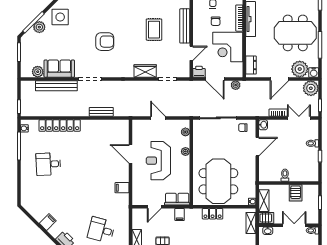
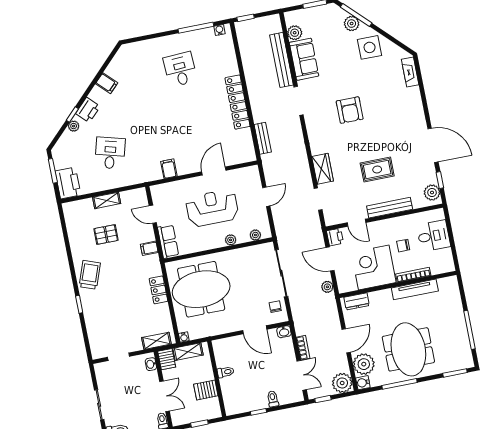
door: (215, 79) -> (330, 259), hinge flipped
door: (279, 79) -> (346, 341), swing flipped
bench: (101, 112) -> (263, 138), moved
locker: (60, 125) -> (238, 102), moved

